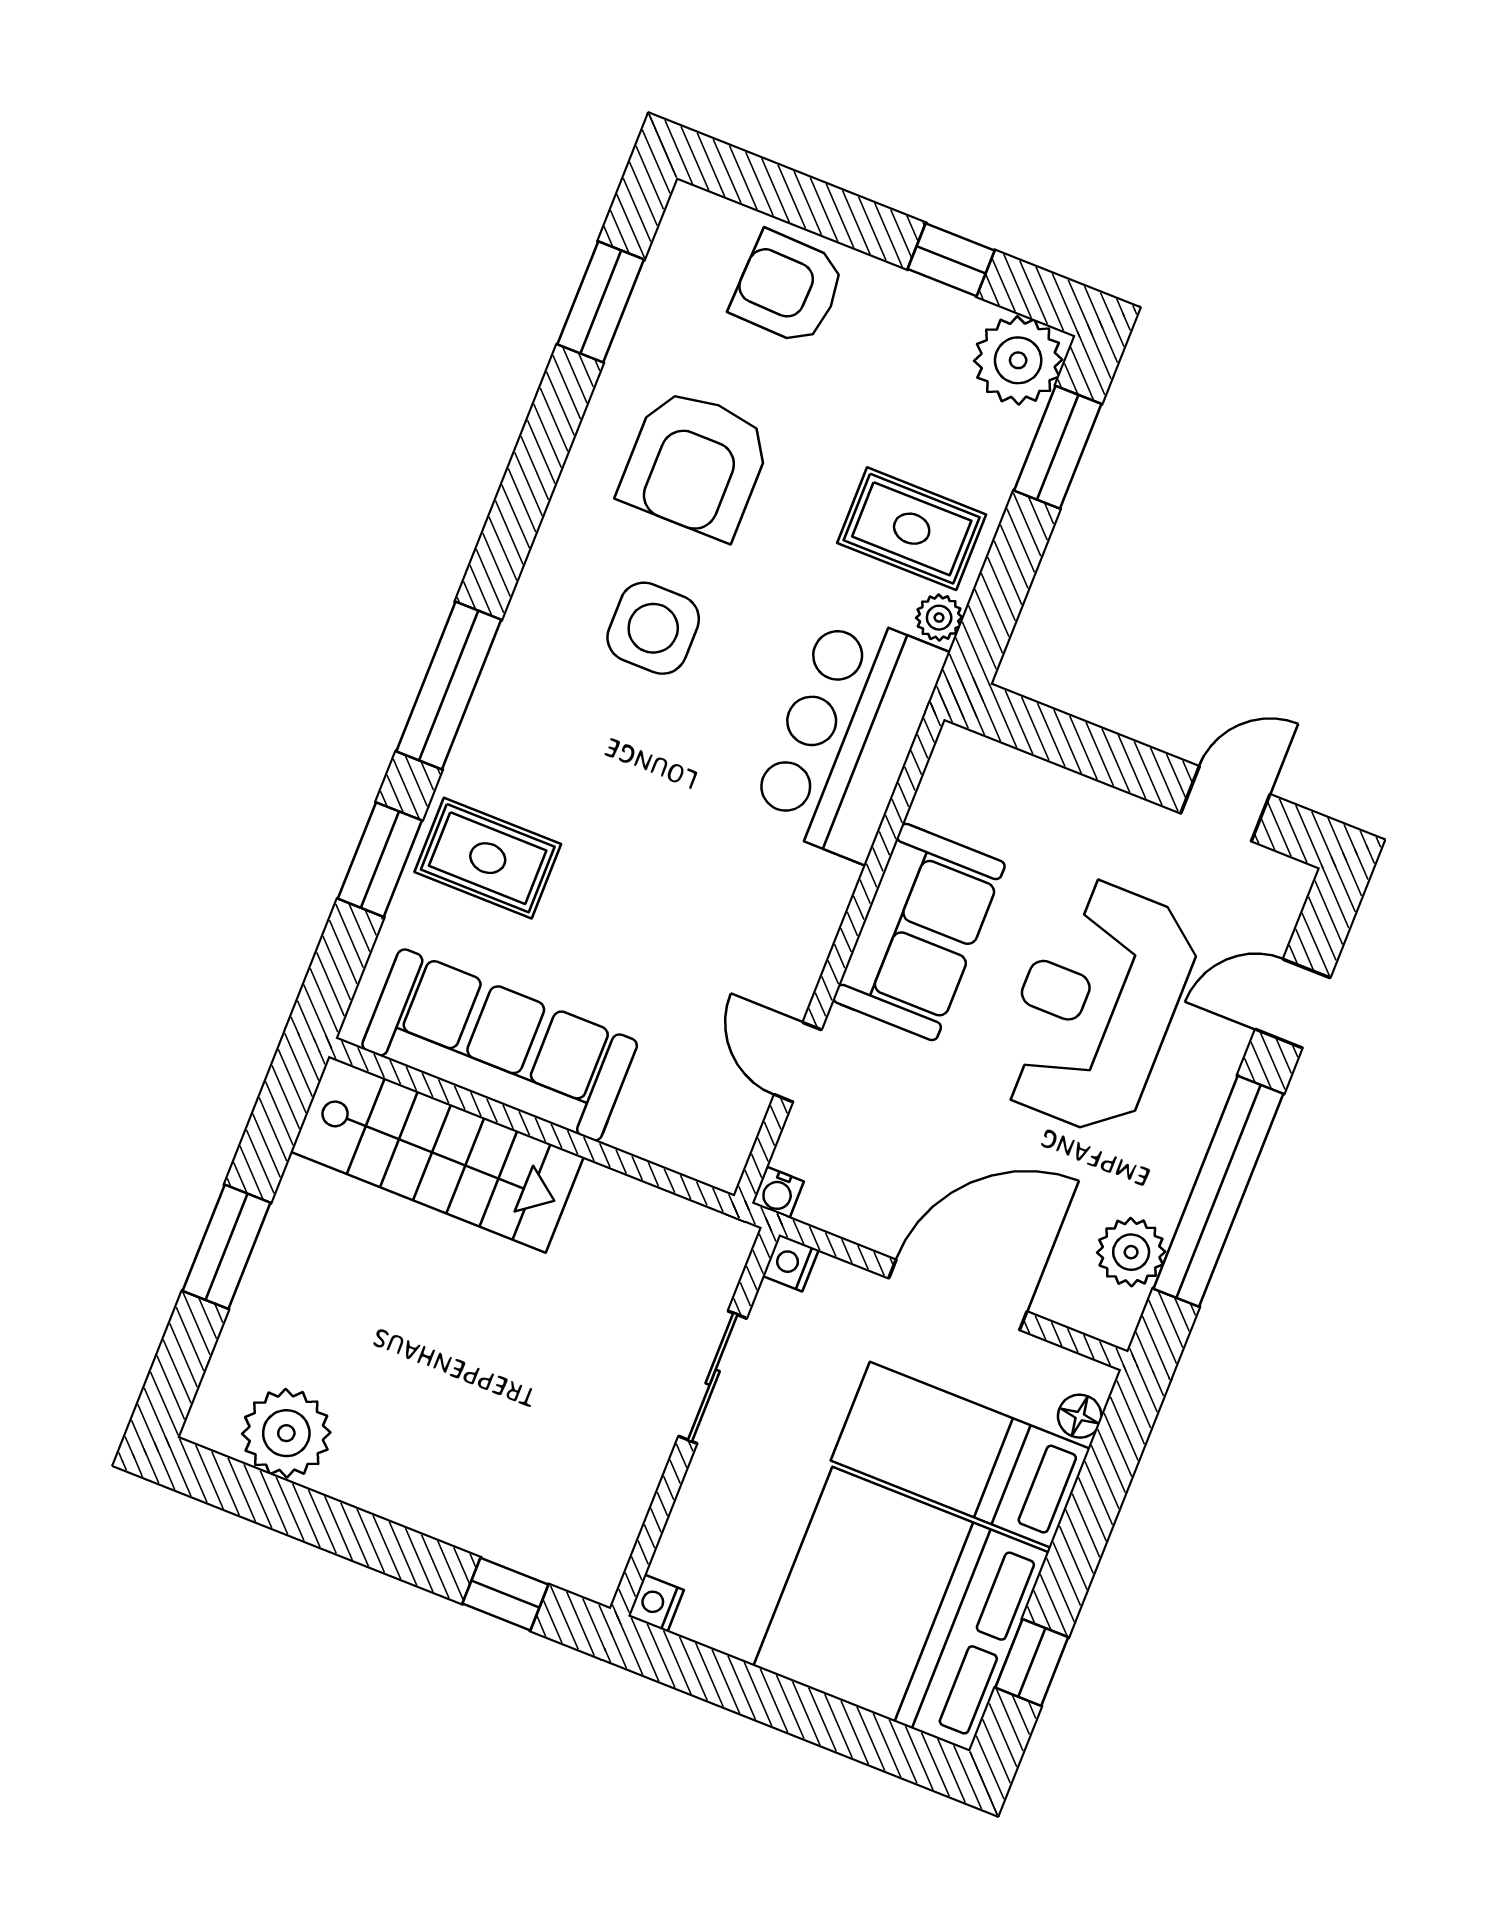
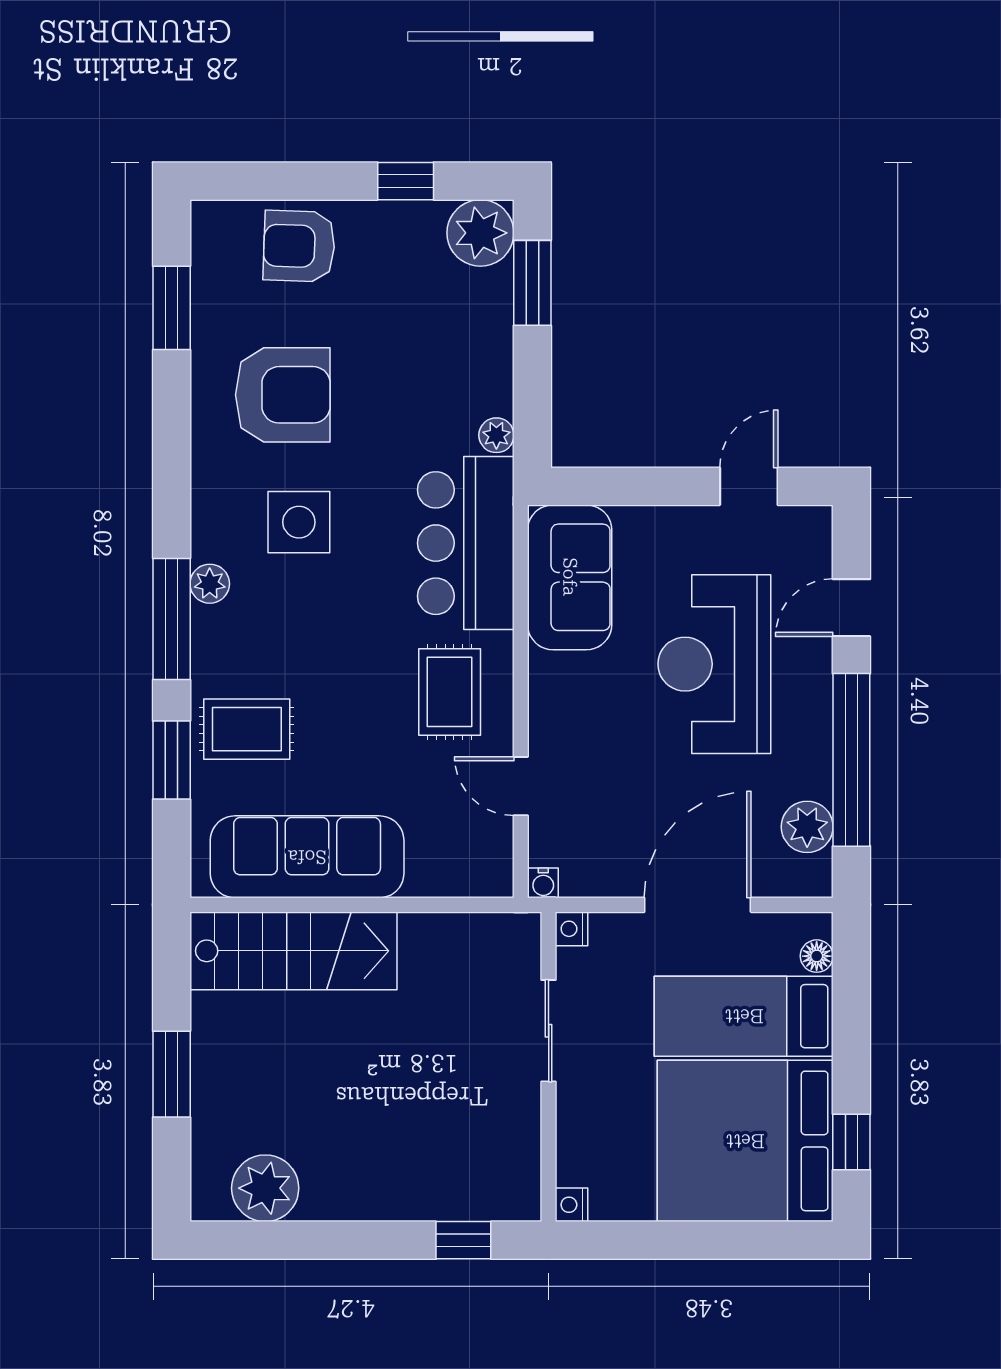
armchair: (695, 463) -> (283, 395), turned -90
rug: (912, 529) -> (450, 692), moved, turned 90
plant: (513, 661) -> (210, 584), added
sofa: (919, 932) -> (570, 577), moved

